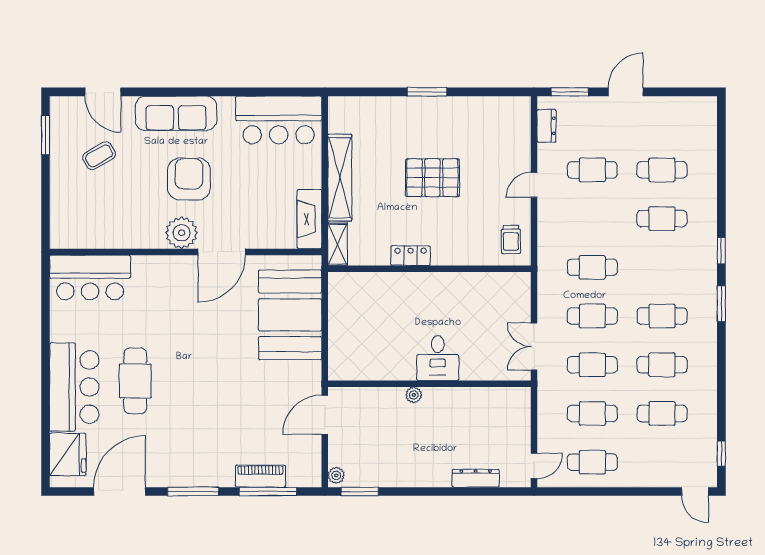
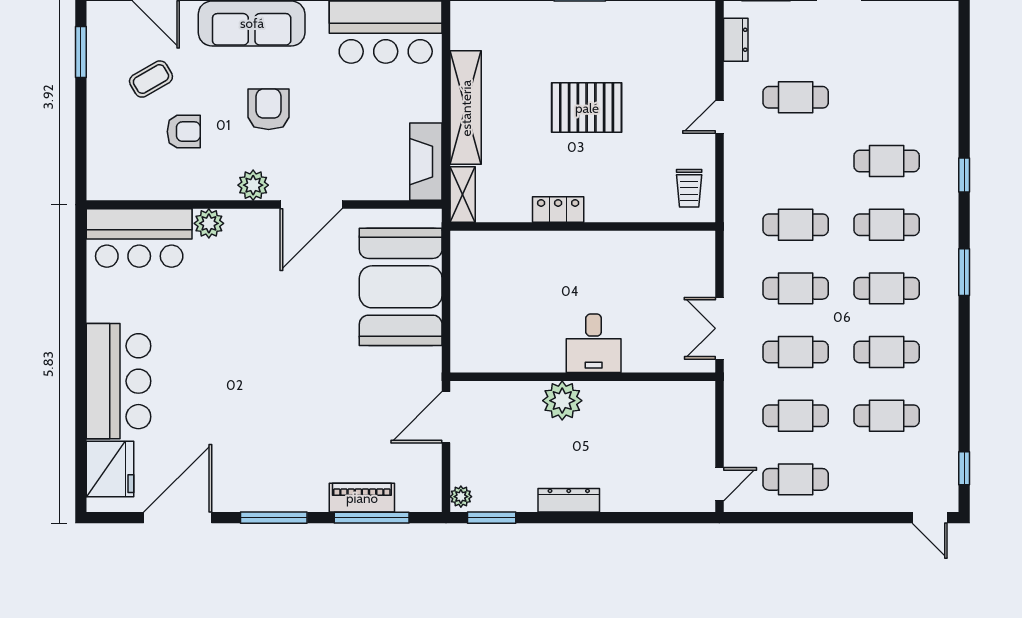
cafe table: (662, 170) -> (887, 225), moved
armchair: (189, 179) -> (269, 109), width x0.73, depth x0.73
armchair: (124, 196) -> (184, 132), added
plant: (181, 233) -> (253, 185), width x0.73, depth x0.73
window: (721, 251) -> (964, 175), moved
plant: (143, 266) -> (209, 223), added
cafe table: (135, 381) -> (198, 373), removed
plant: (414, 395) -> (562, 401), width x1.87, depth x1.87
dresser: (476, 478) -> (569, 500), moved

